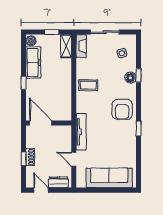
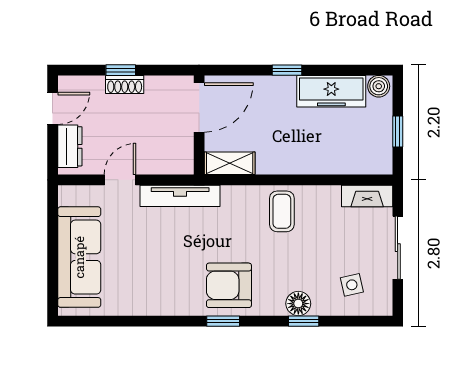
shelving: (66, 46) -> (230, 163), moved
window: (138, 129) -> (223, 321), moved

